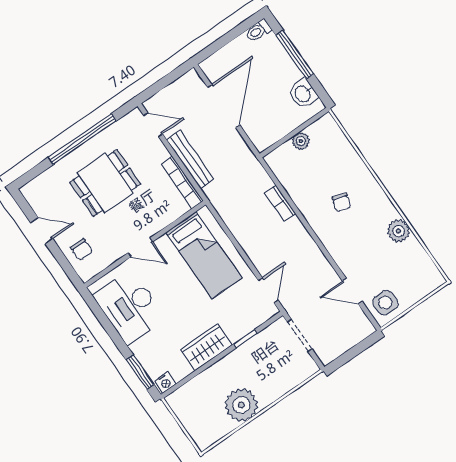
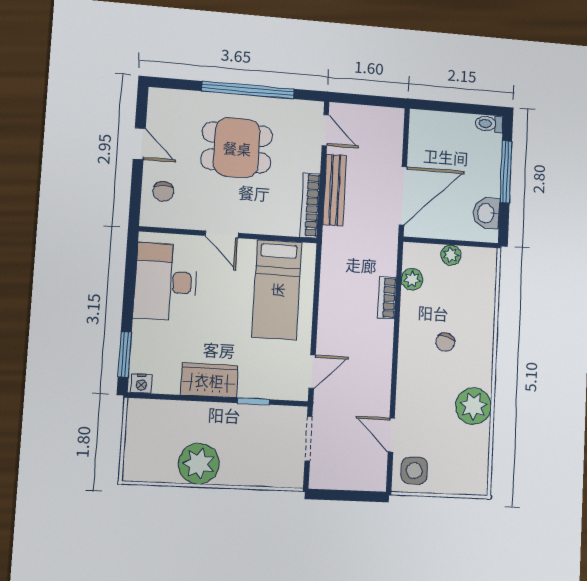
door: (224, 106) -> (403, 196), moved
plant: (287, 178) -> (412, 279), added
plant: (398, 231) -> (473, 406), width x1.36, depth x1.36

